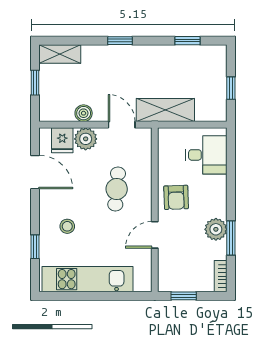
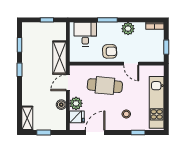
window: (120, 41) -> (19, 70), moved
cafe table: (117, 189) -> (105, 86), width x1.37, depth x1.35
window: (231, 238) -> (107, 20), moved

